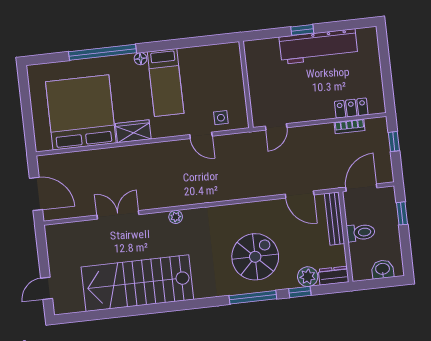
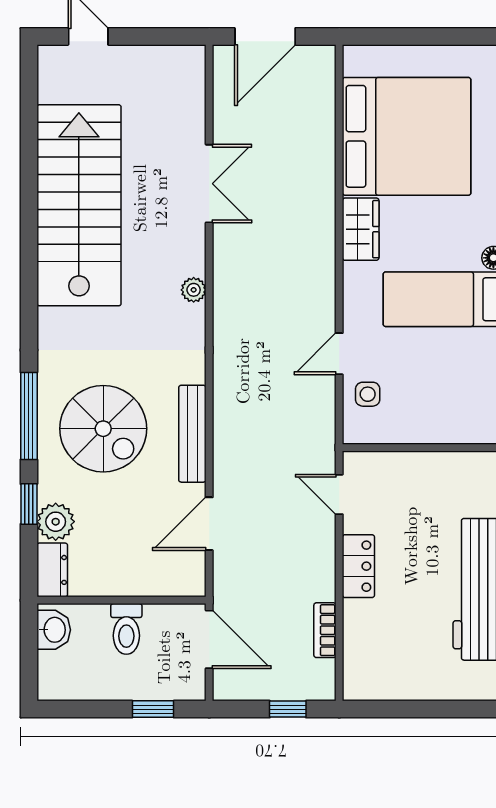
locker: (351, 108) -> (358, 566), moved
bench: (335, 219) -> (192, 434), moved, turned 90
washbasin: (383, 269) -> (54, 630), moved

